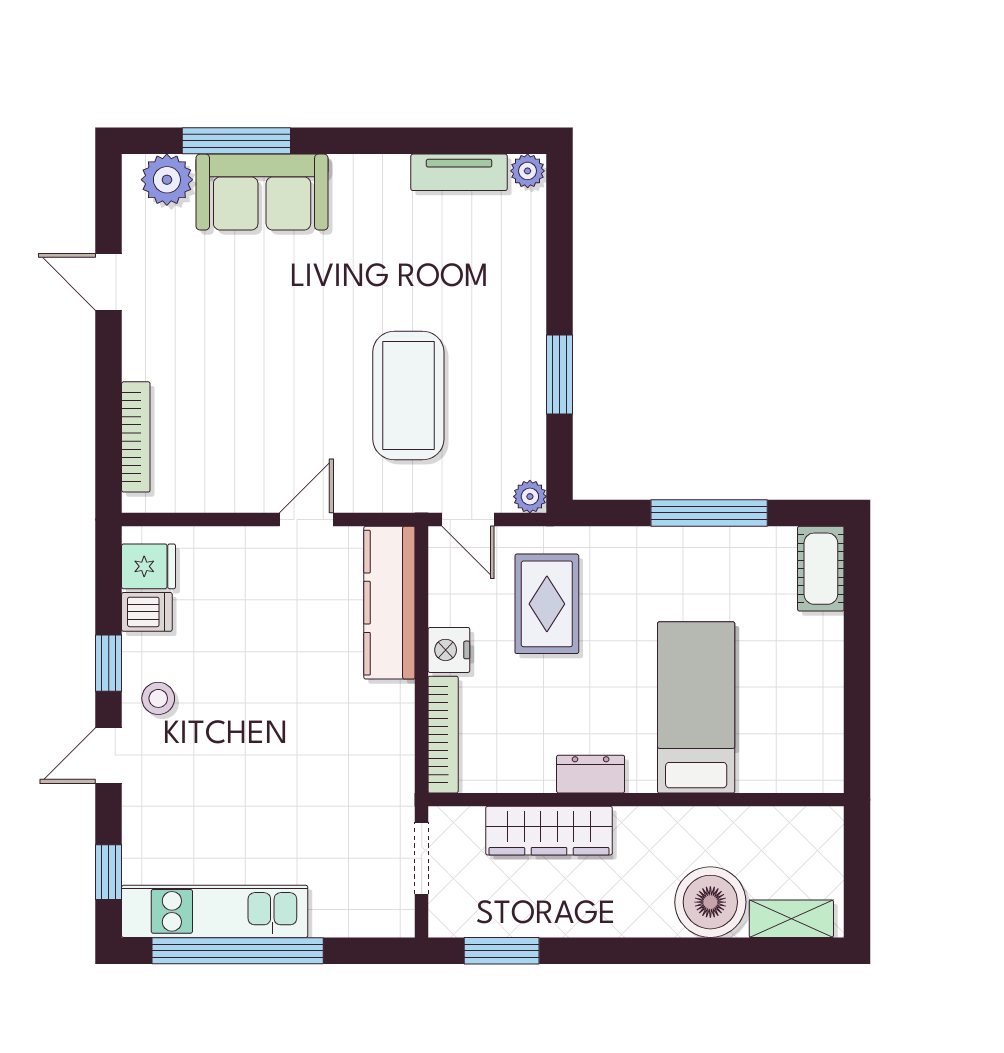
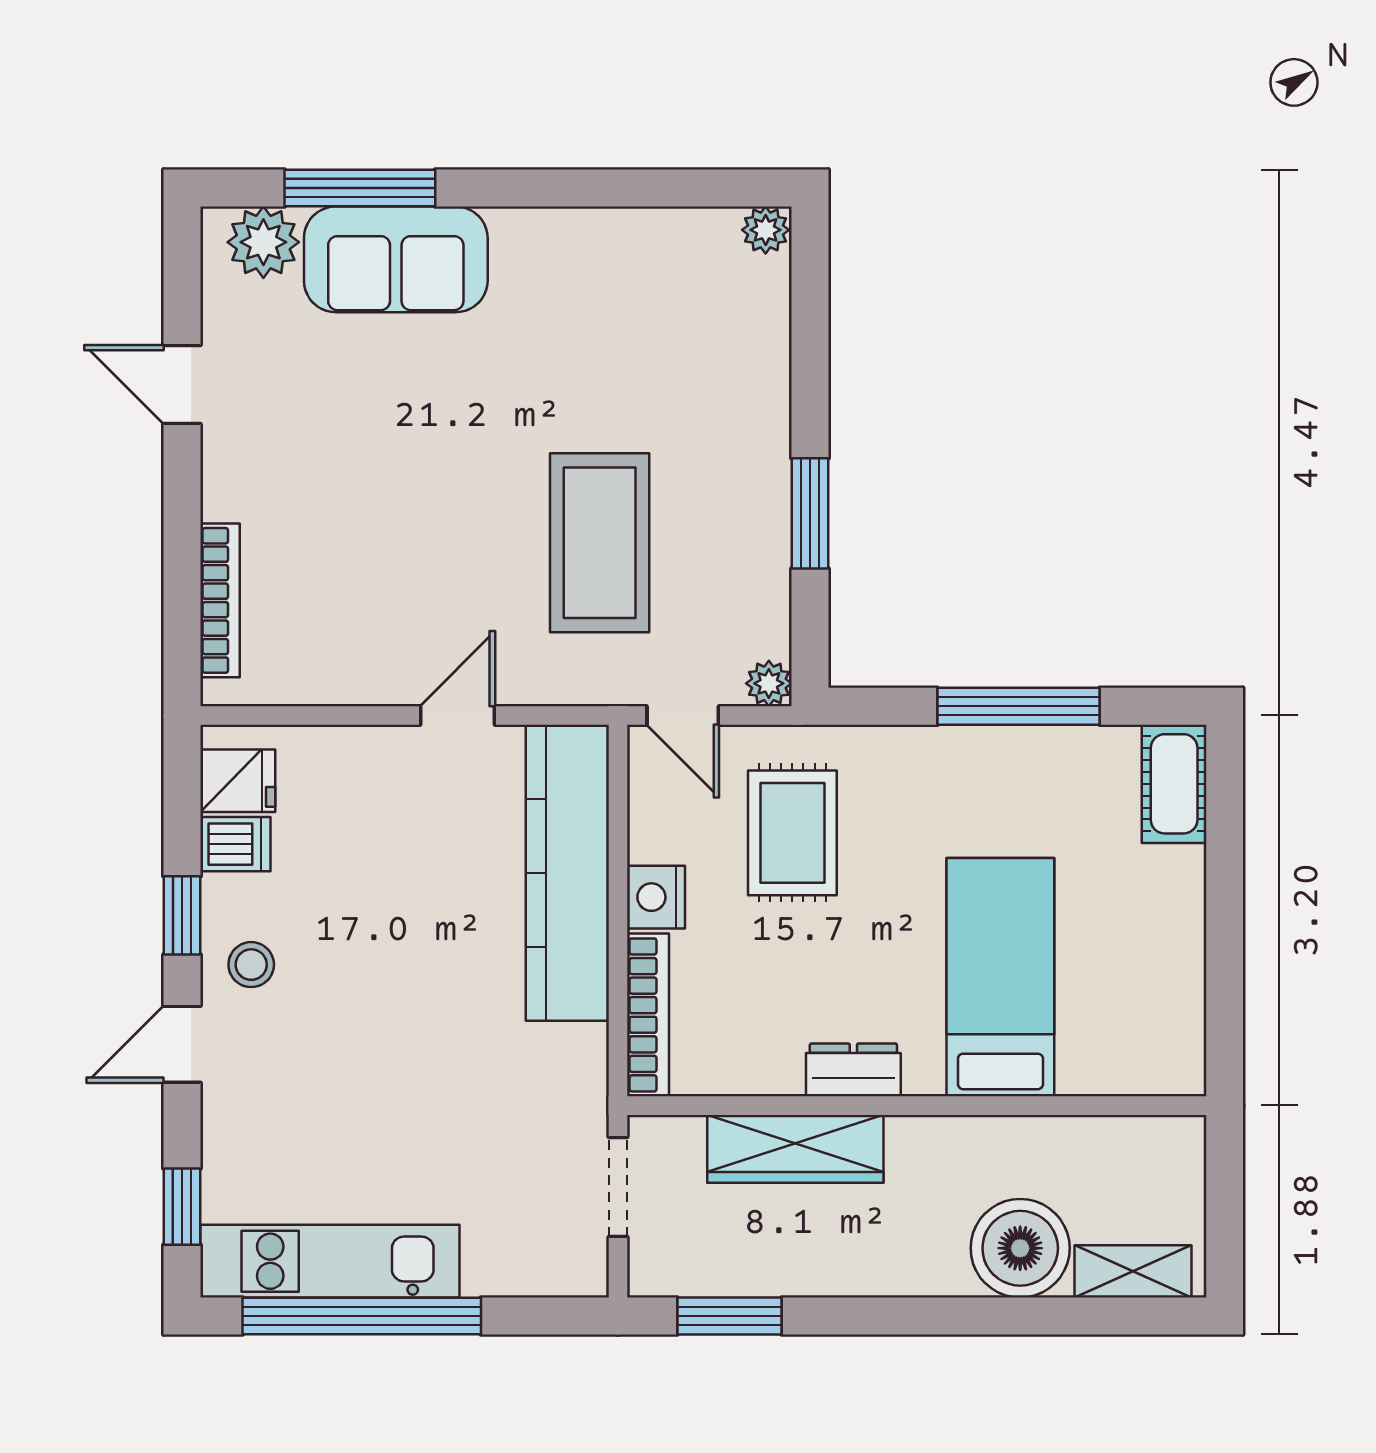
tv unit: (459, 172) -> (670, 232), removed
kitchen counter: (389, 603) -> (567, 873), width x1.39, depth x1.17

